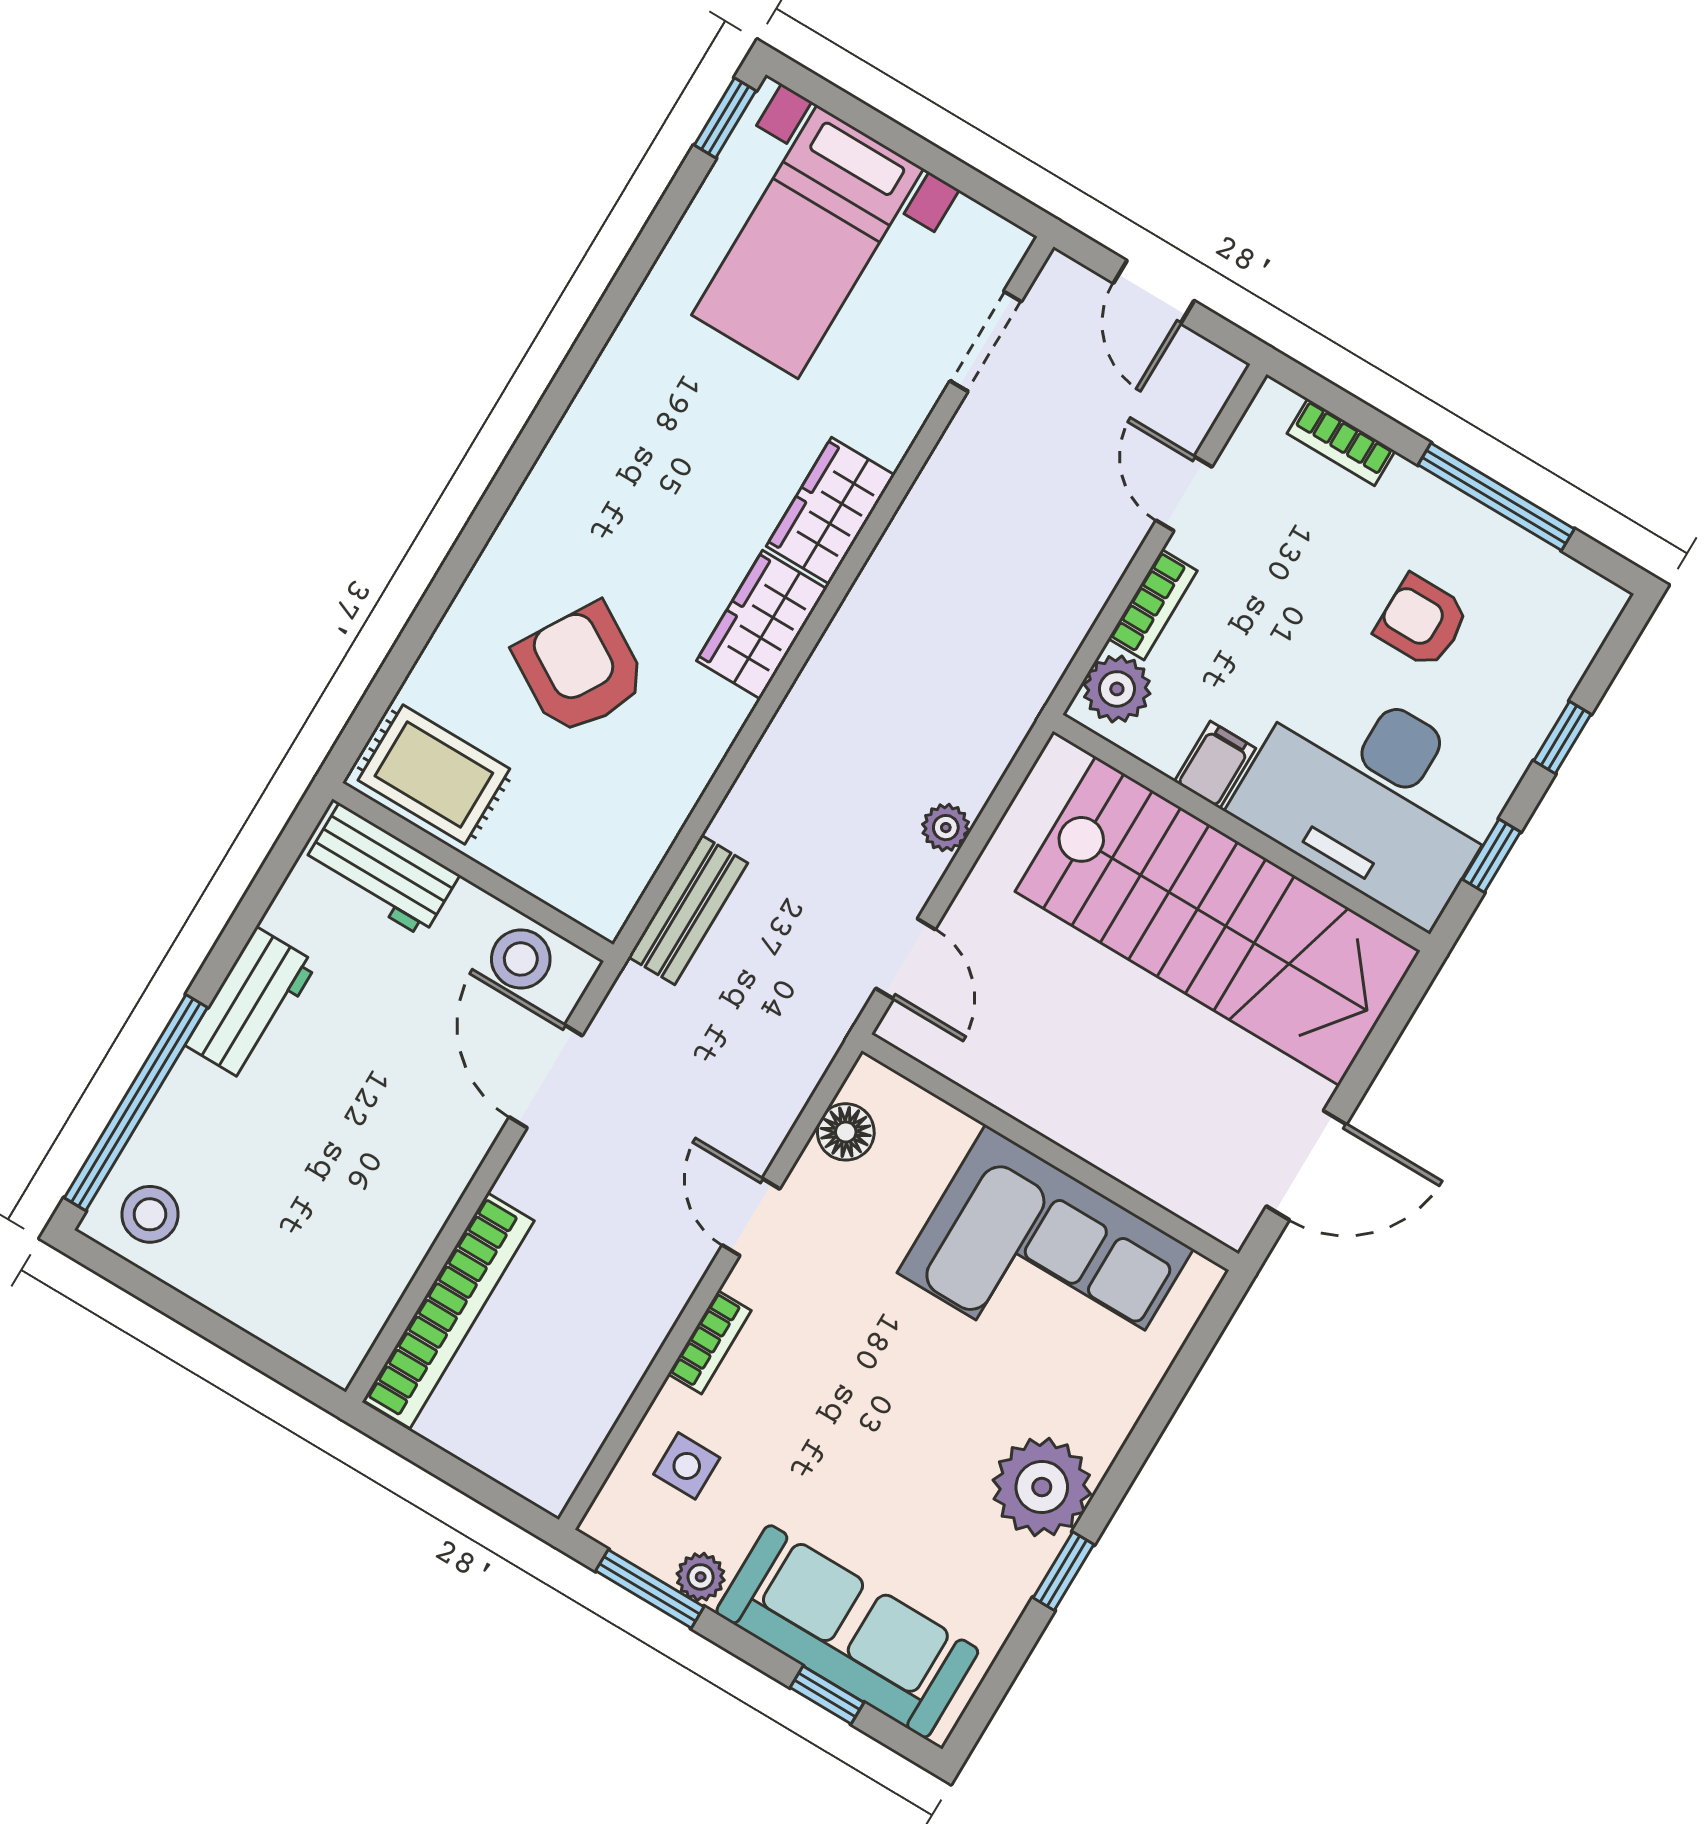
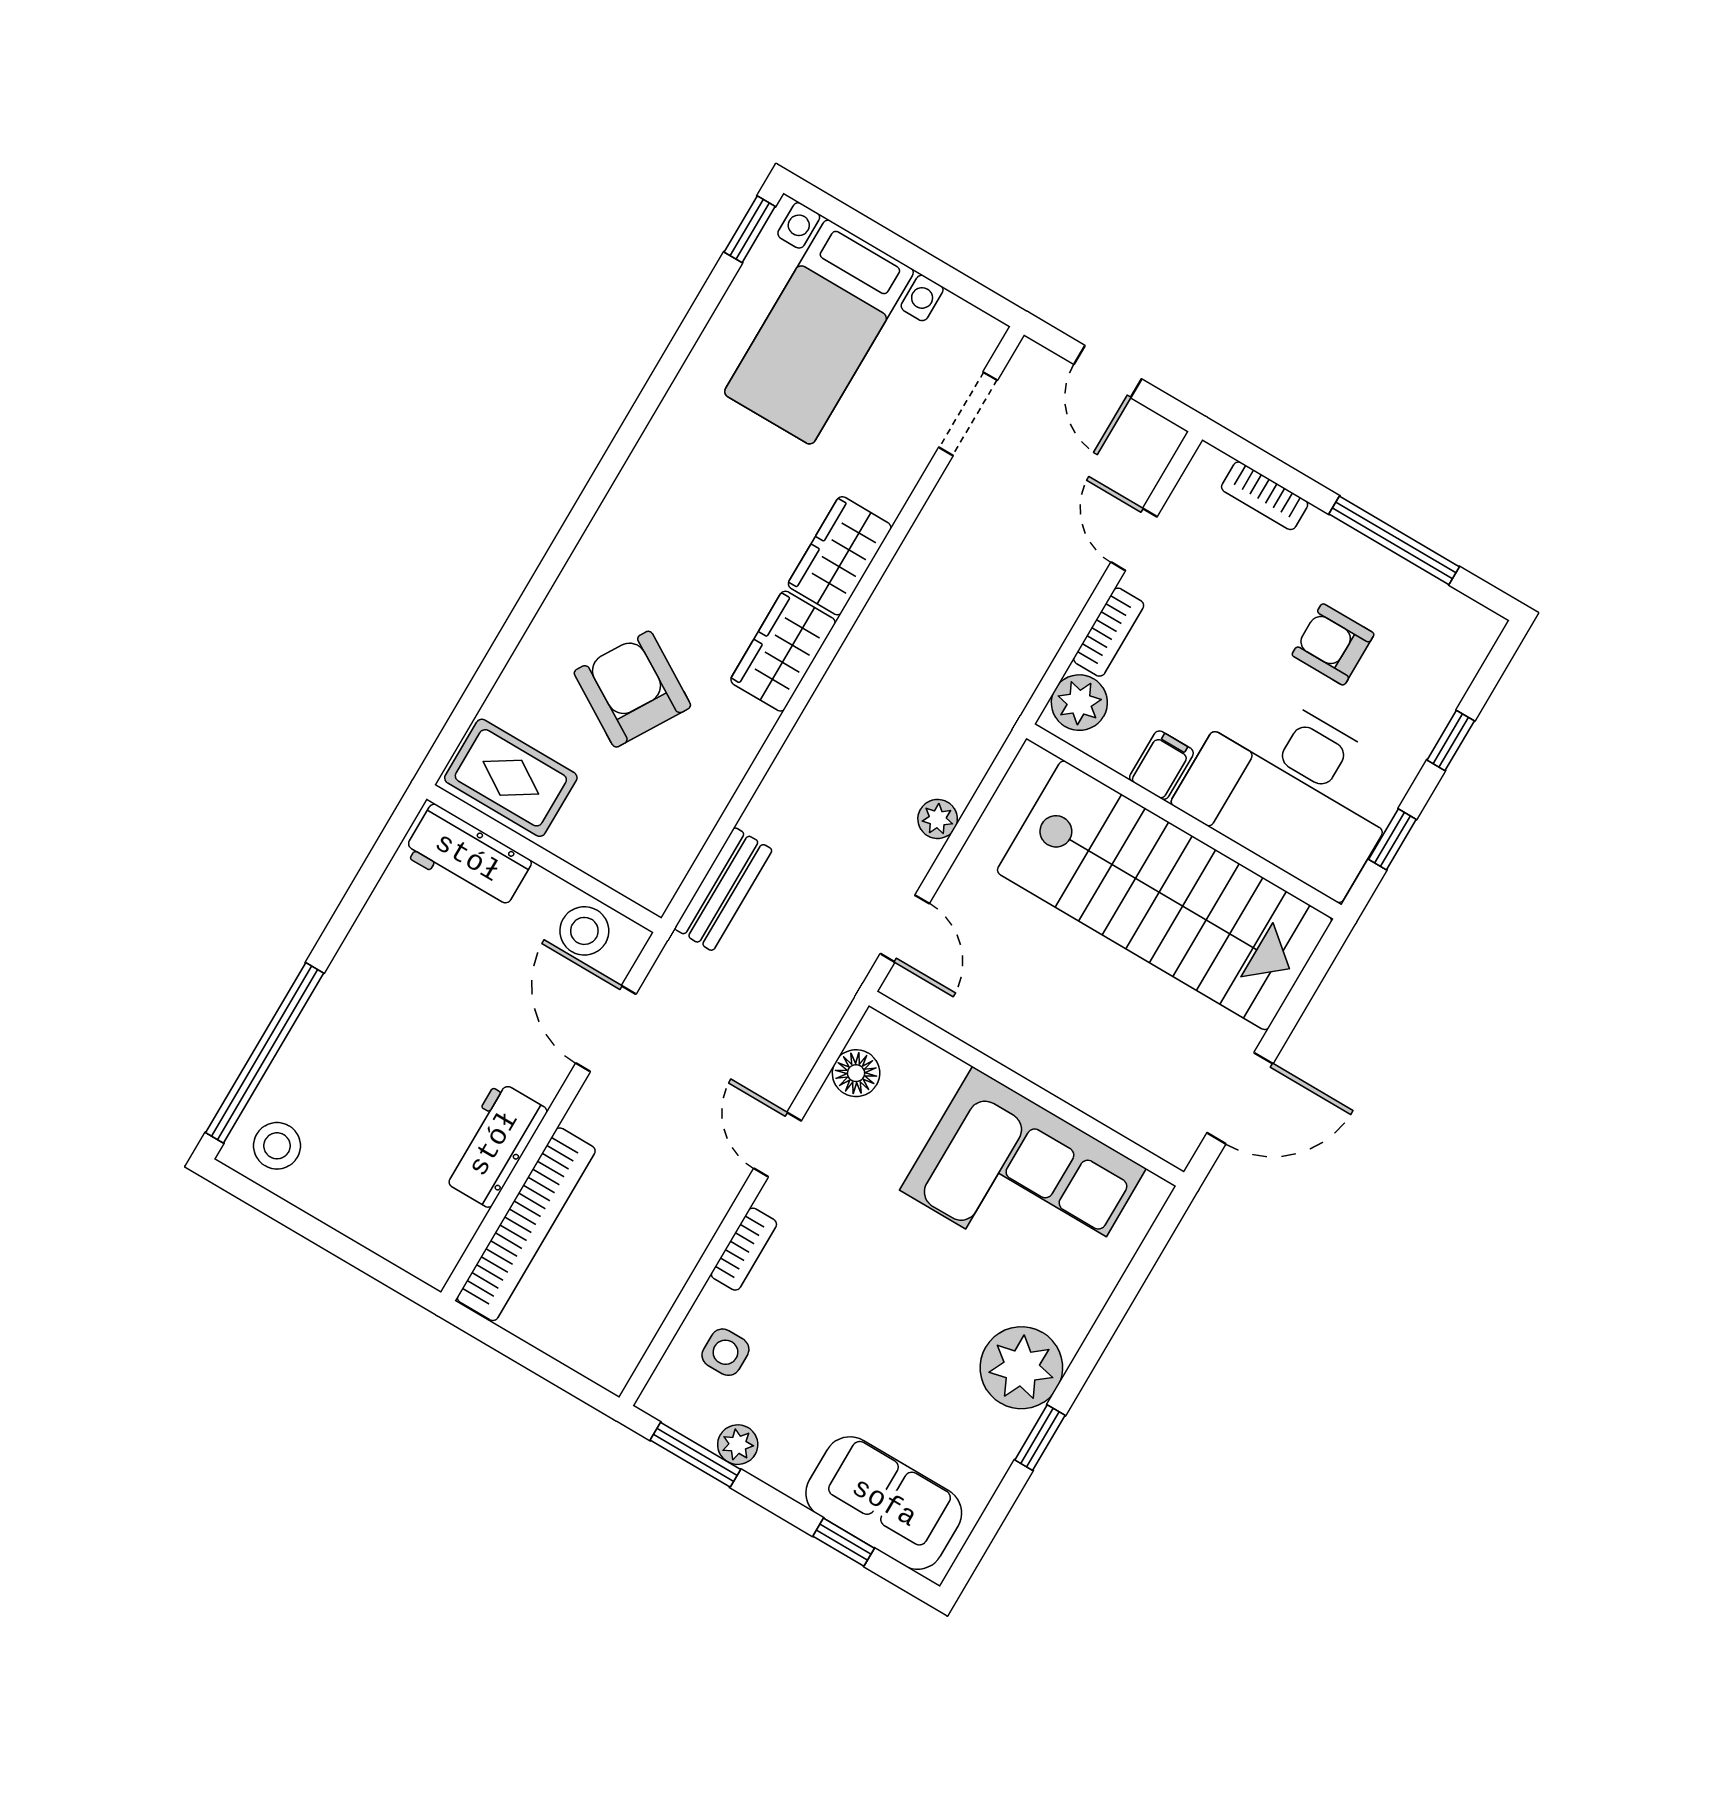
workbench: (251, 1004) -> (494, 1144), moved, turned 180
sofa: (847, 1631) -> (884, 1503), width x0.73

